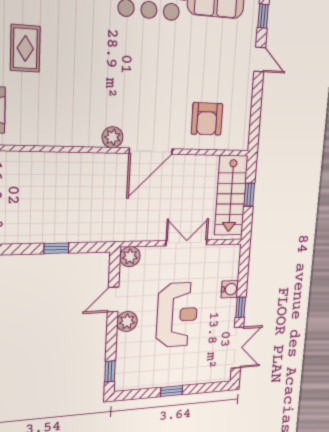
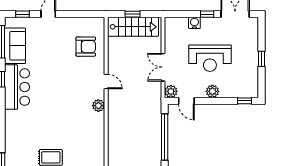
door: (151, 151) -> (106, 82), width x0.53
double door: (187, 243) -> (163, 67), moved
window: (56, 248) -> (165, 137), width x3.17
door: (113, 300) -> (186, 101), moved
reception desk: (177, 315) -> (210, 58), turned 180

